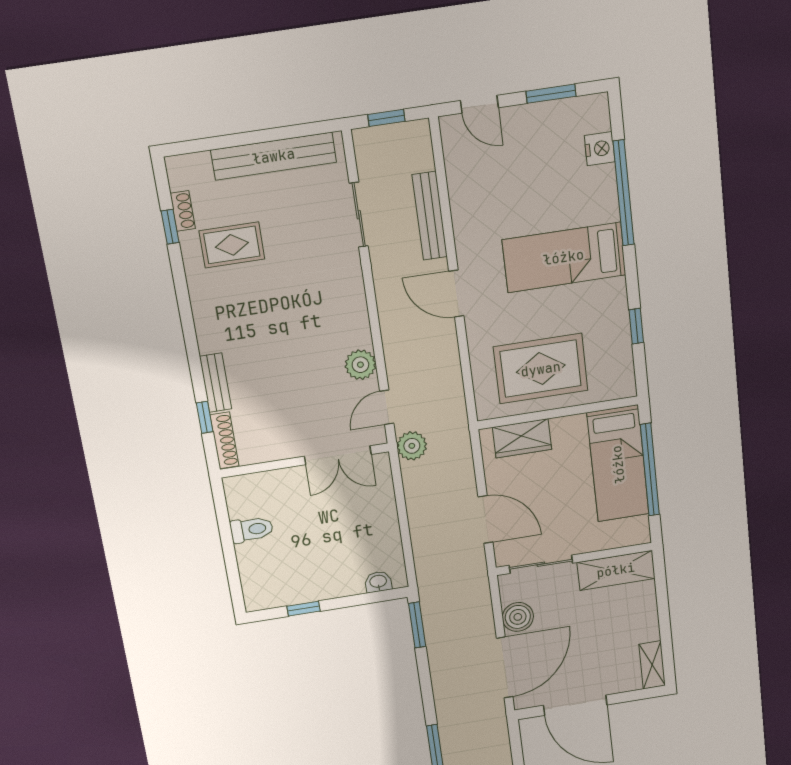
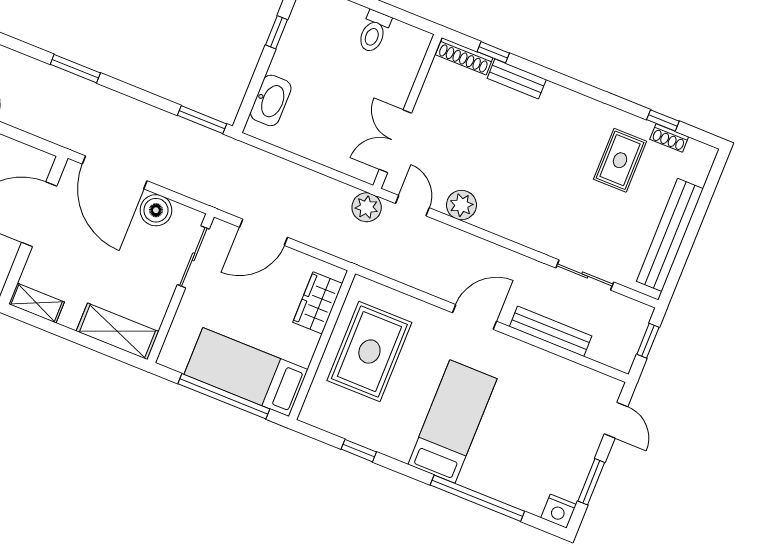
door: (479, 104) -> (616, 420), swing flipped
nightstand: (600, 149) -> (559, 511), moved
shelving: (616, 570) -> (117, 331), moved, turned 90
washbasin: (378, 582) -> (271, 100), width x1.91, depth x1.45

